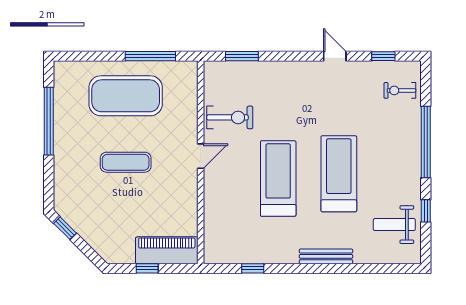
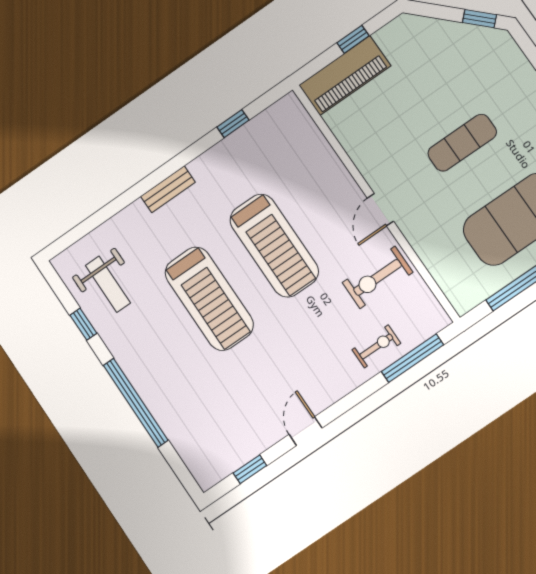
window: (242, 56) -> (412, 358), width x1.44
door: (335, 56) -> (306, 431), swing flipped
exercise bike: (400, 90) -> (376, 346), moved
weight bench: (394, 225) -> (108, 284), turned 90
bench: (326, 256) -> (168, 189), width x0.73

